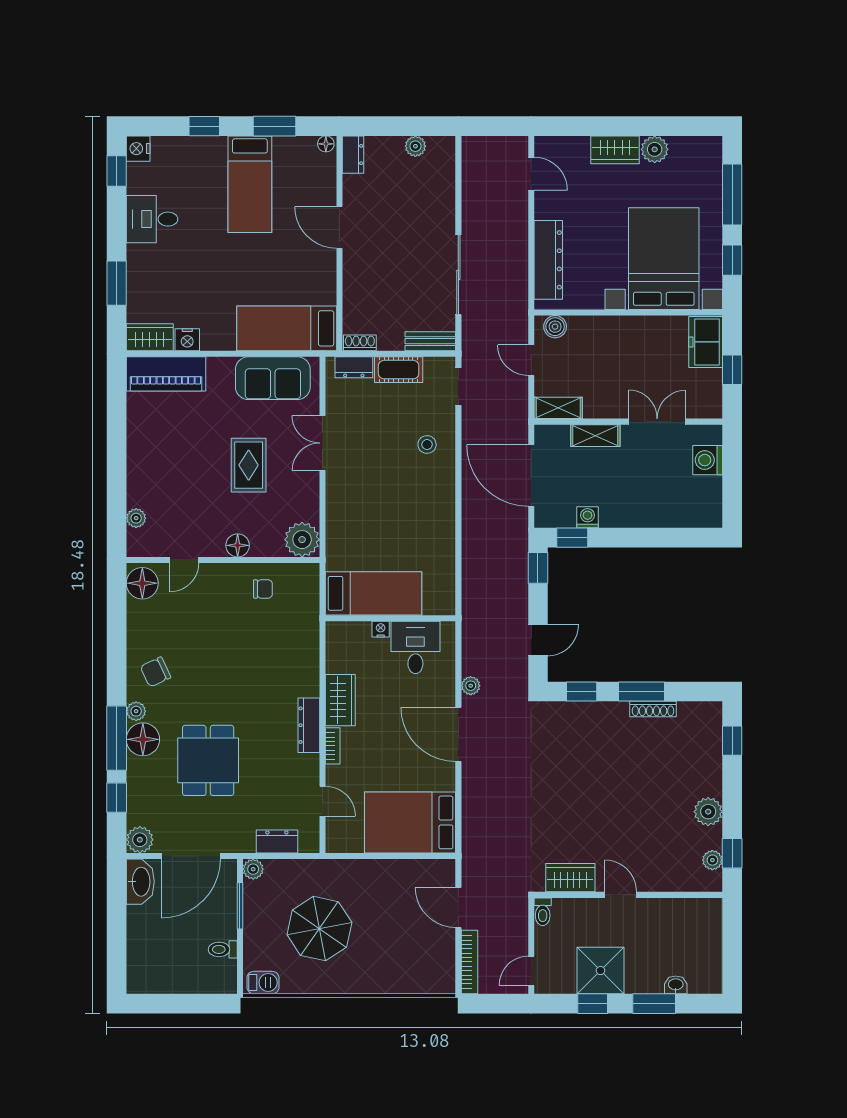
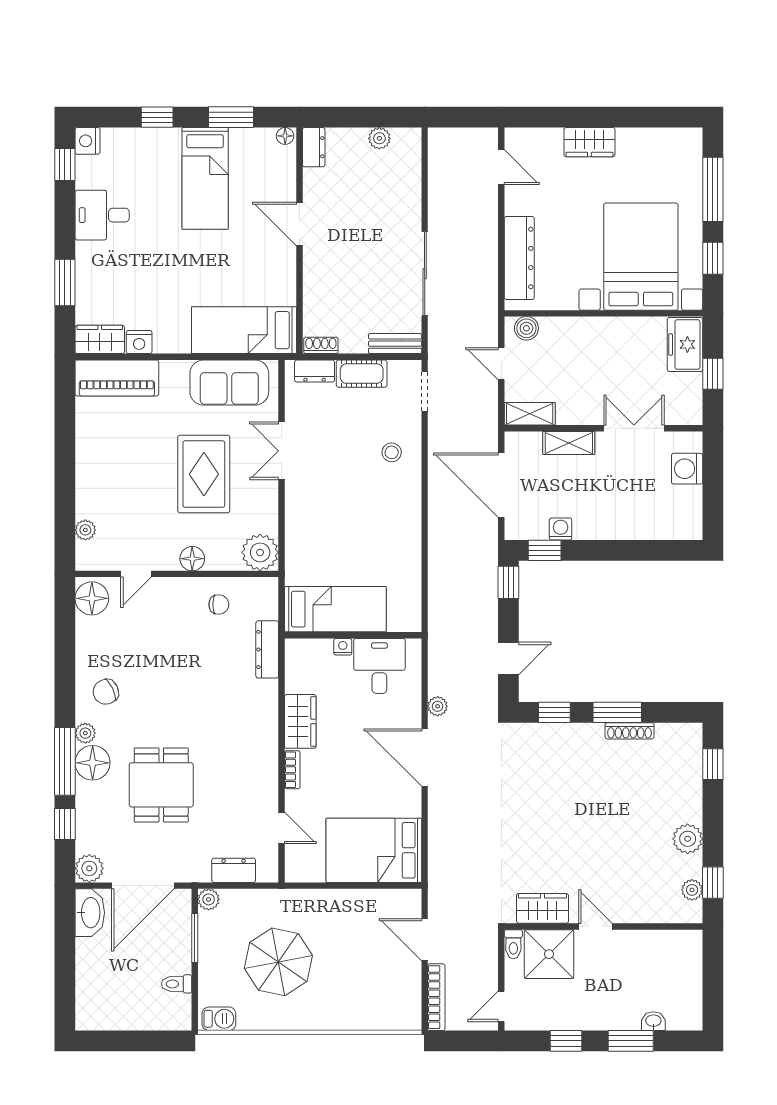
plant: (655, 149) -> (631, 142), removed
rug: (249, 465) -> (204, 474), width x1.36, depth x1.43
dresser: (309, 725) -> (267, 649), moved
shower: (600, 971) -> (549, 954), moved

